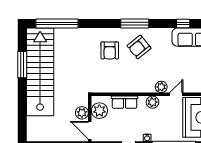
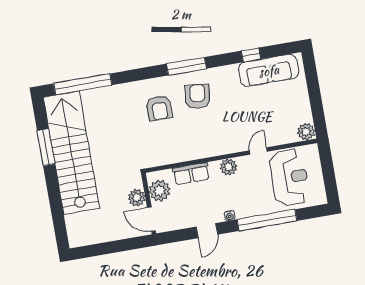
armchair: (139, 47) -> (198, 97), turned 135
plant: (161, 87) -> (237, 145), removed

